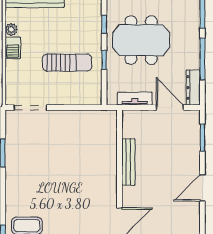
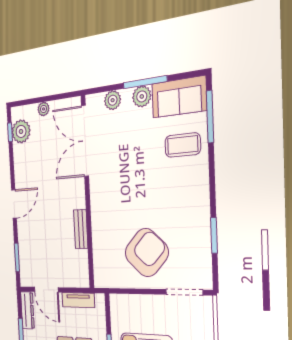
armchair: (63, 140) -> (147, 253), added
bench: (128, 162) -> (81, 229), width x0.73

